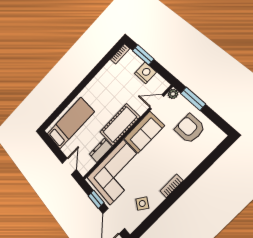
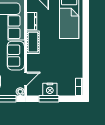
window: (143, 55) -> (49, 99), moved
cot: (120, 124) -> (33, 42), width x0.73, depth x0.75

